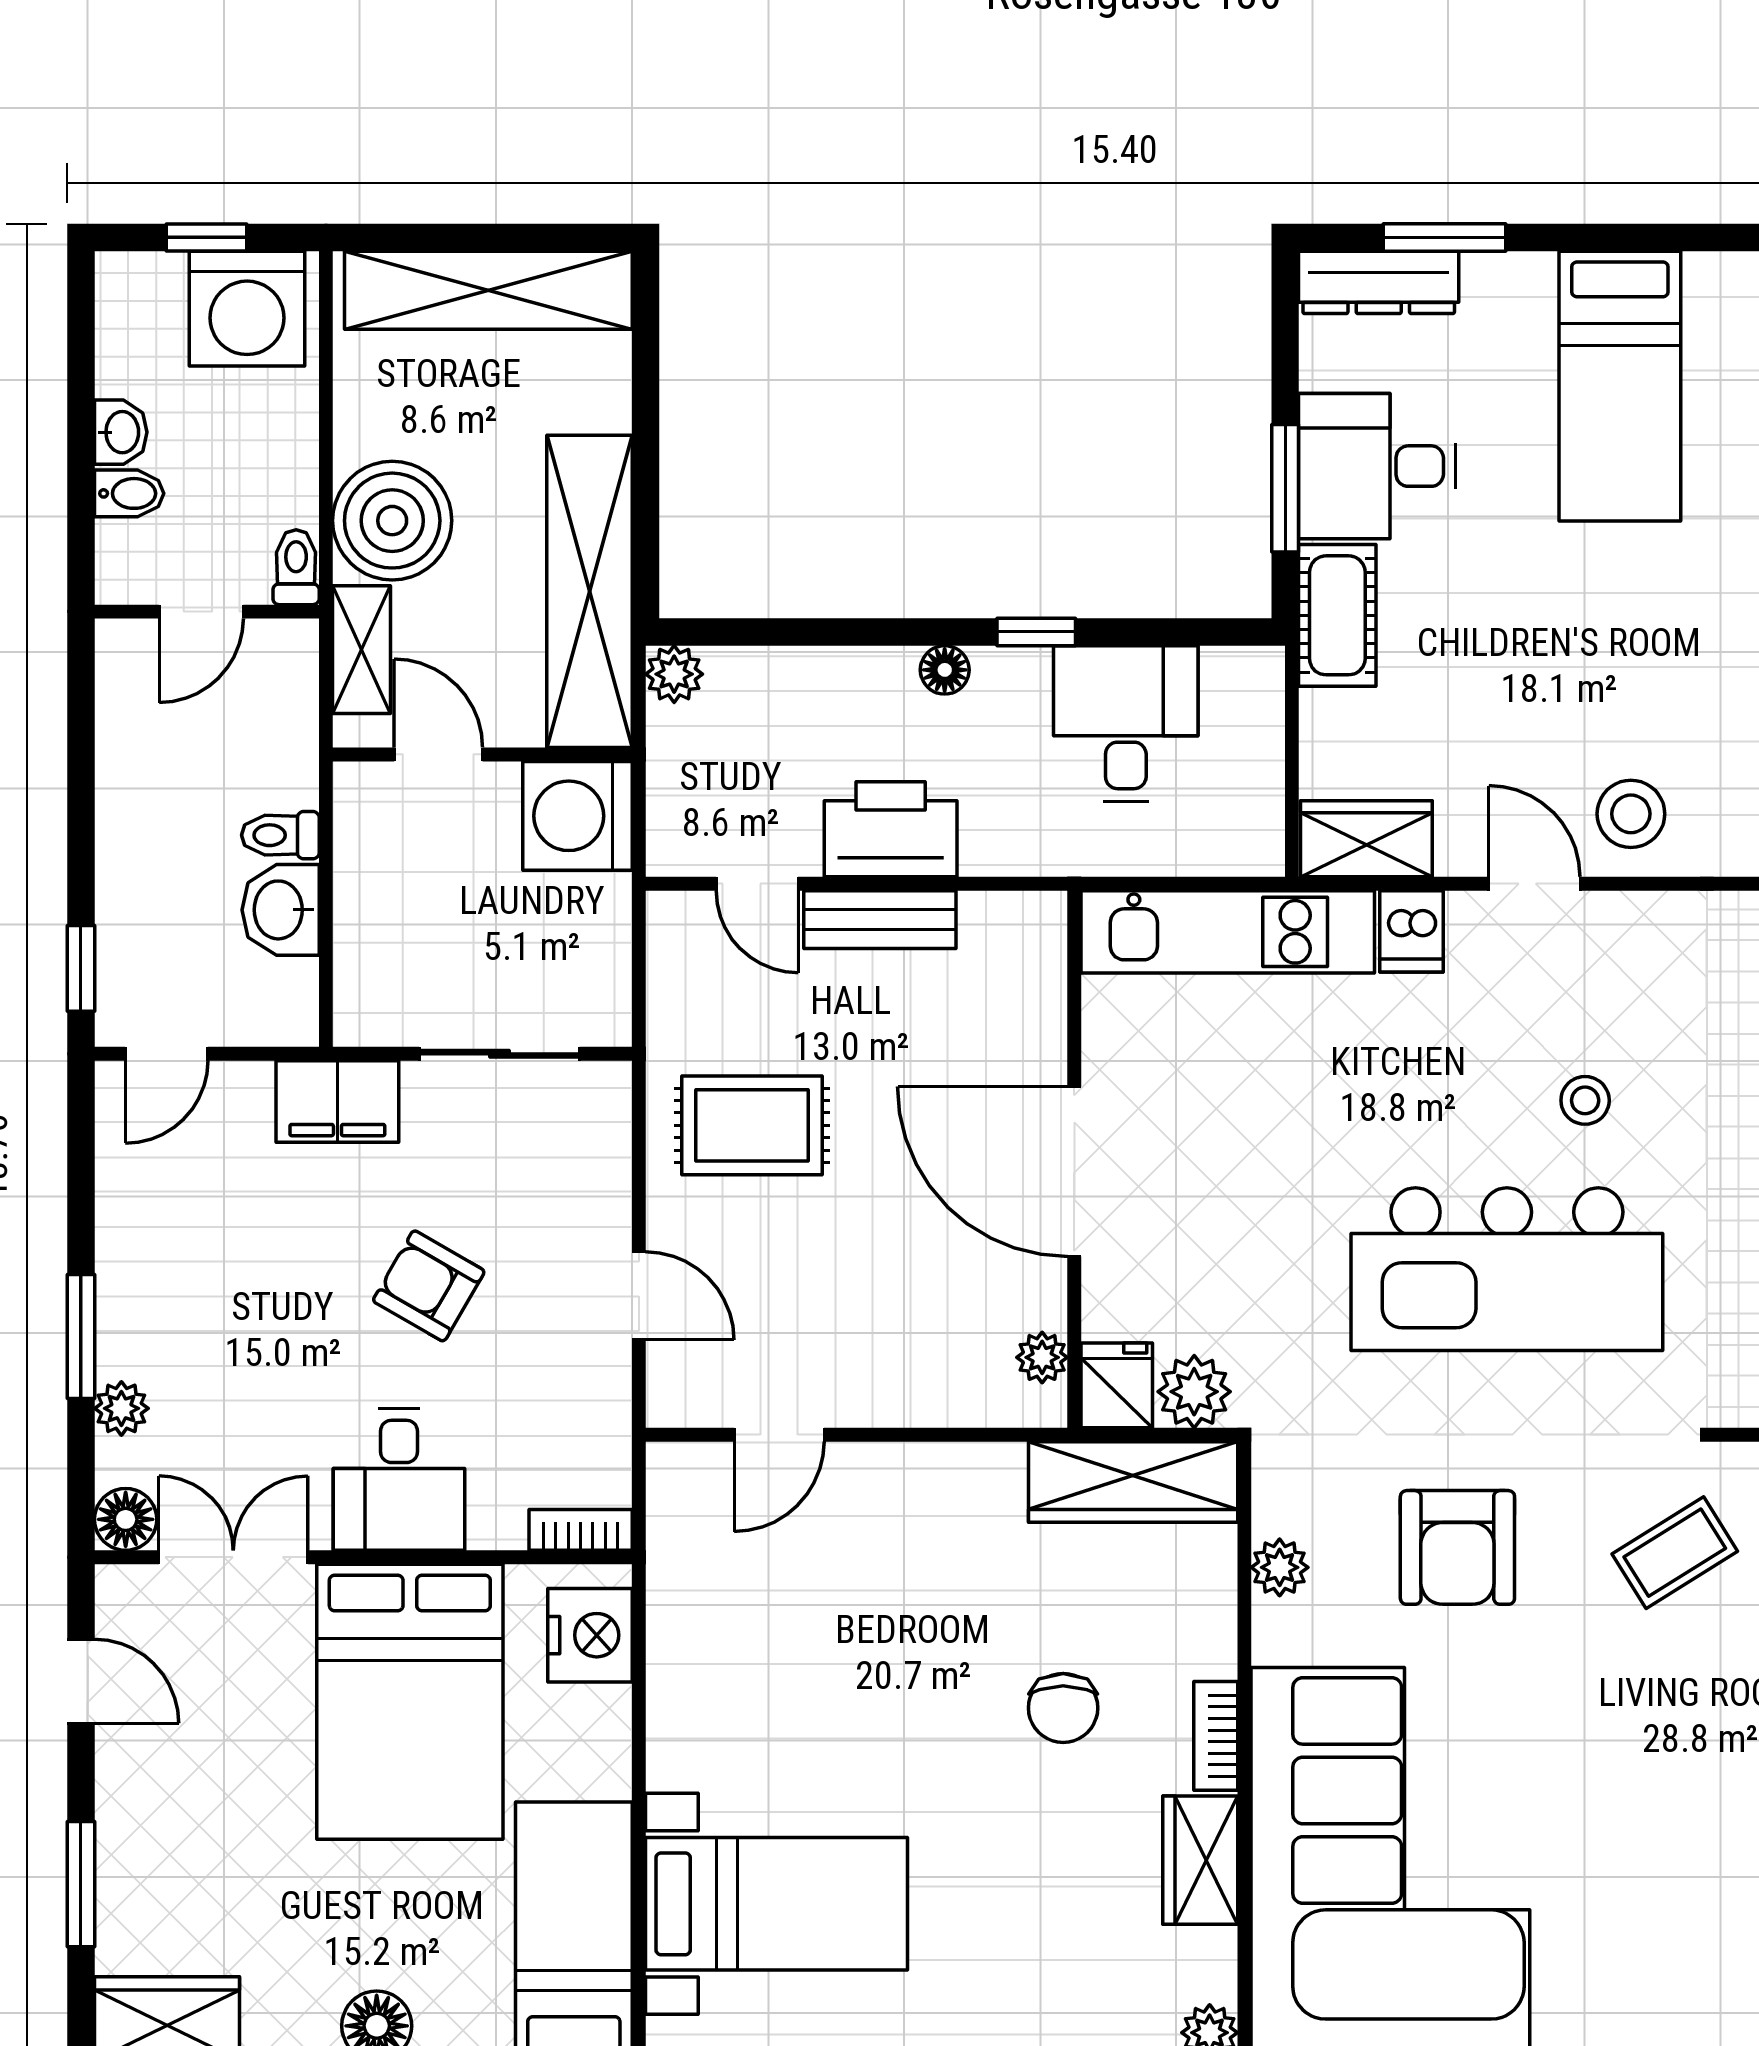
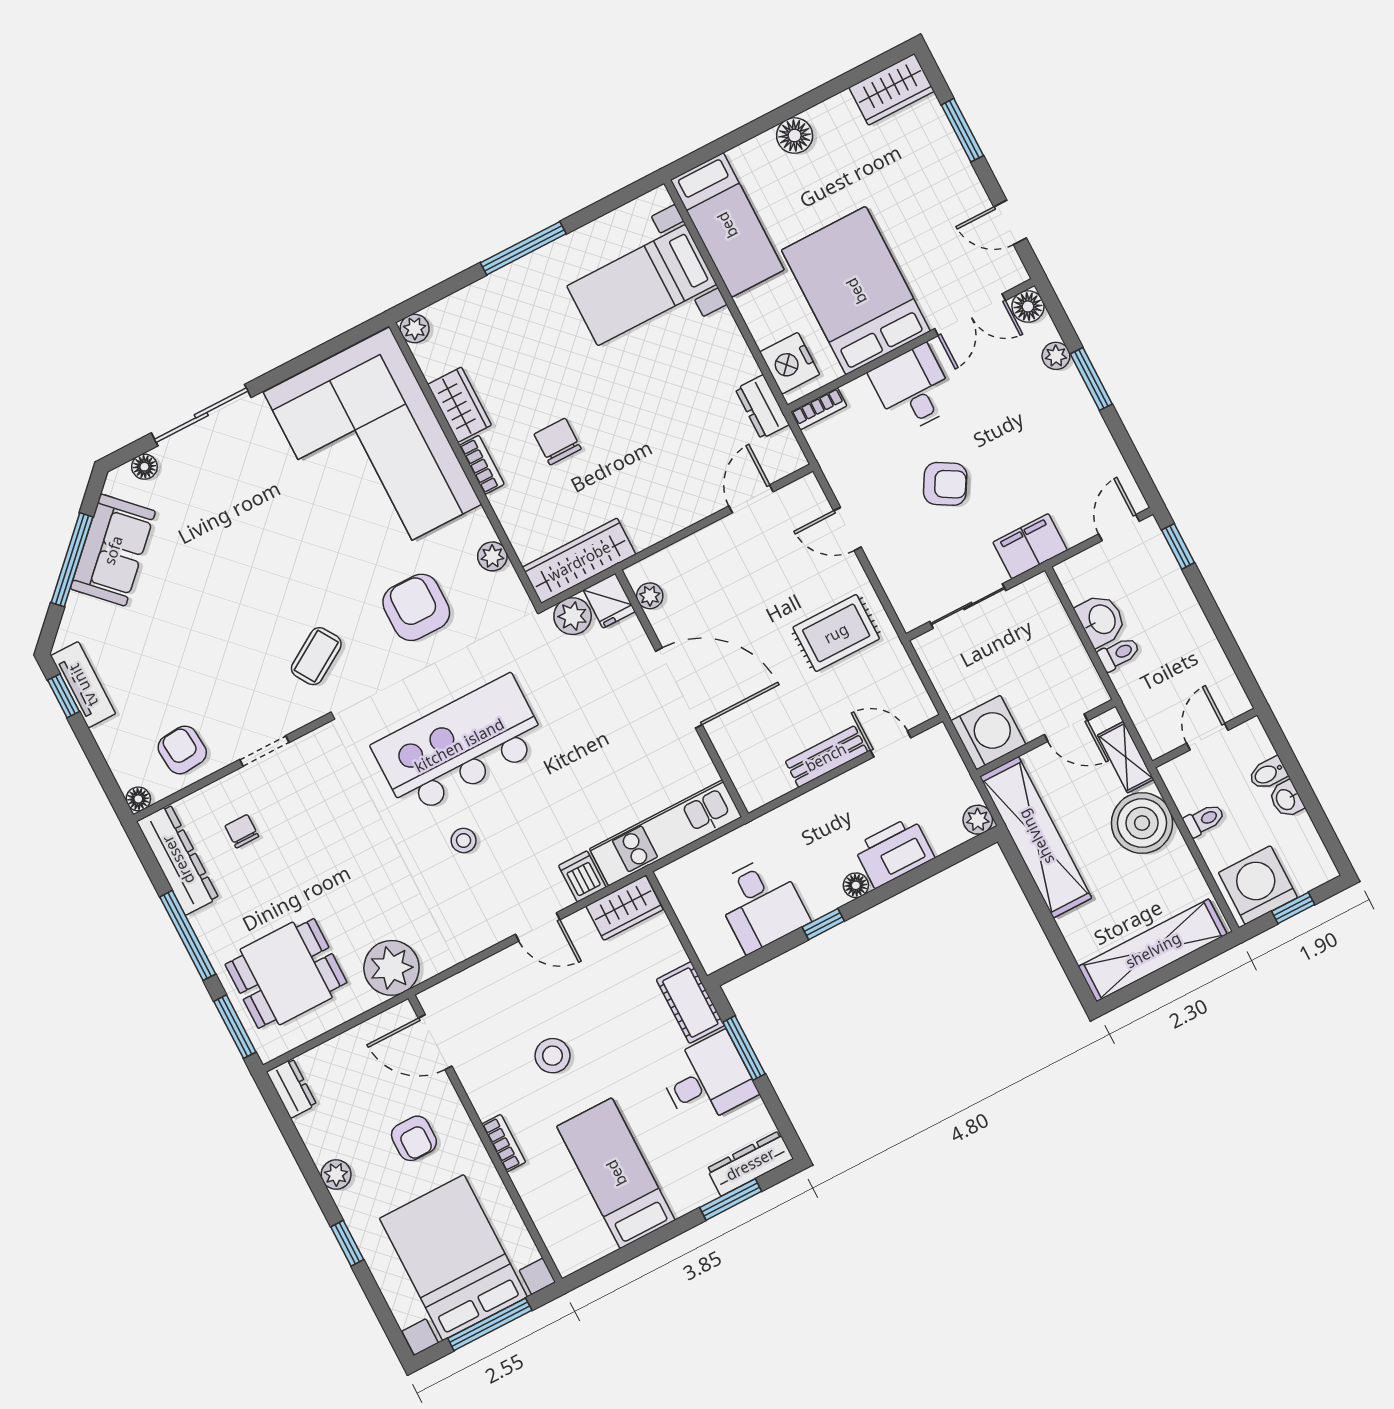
toilet: (296, 567) -> (1204, 820), moved, turned -90
stool: (1631, 814) -> (553, 1056), moved
printer: (891, 829) -> (894, 852), moved, turned 180
dresser: (677, 1584) -> (762, 407), added

